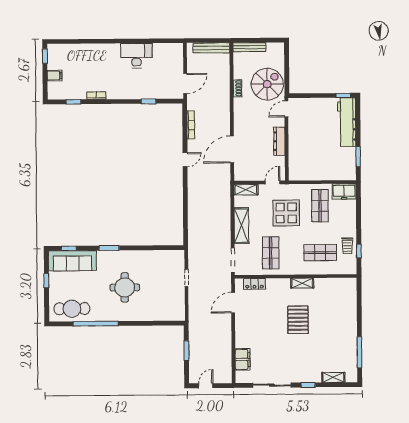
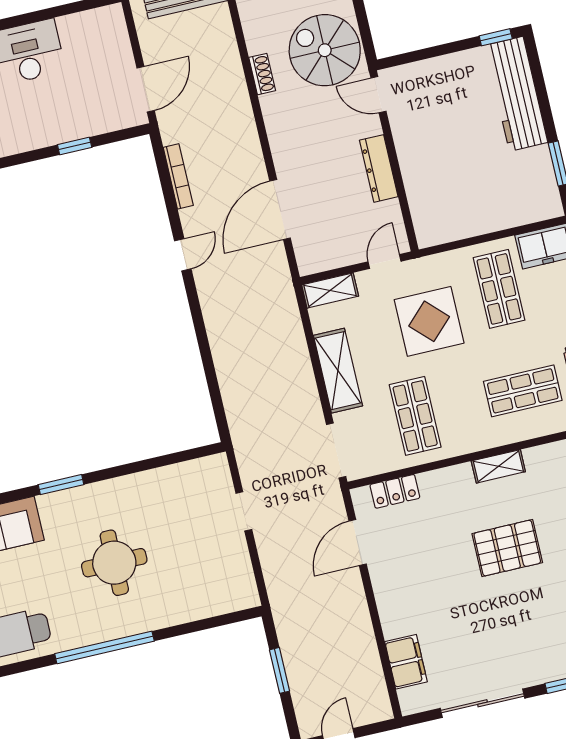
spiral stairs: (267, 84) -> (325, 50), turned -90
door: (286, 109) -> (378, 95), hinge flipped
pallet: (298, 320) -> (507, 548), turned 90
window: (96, 324) -> (104, 647), moved

